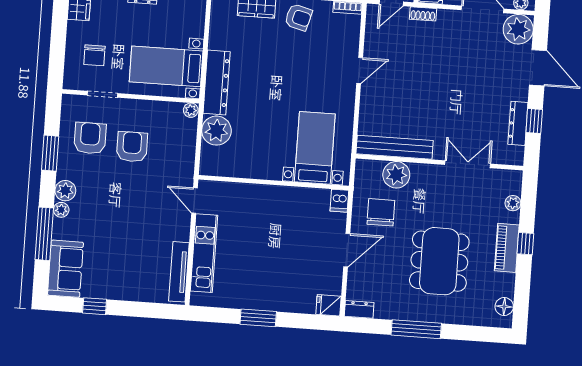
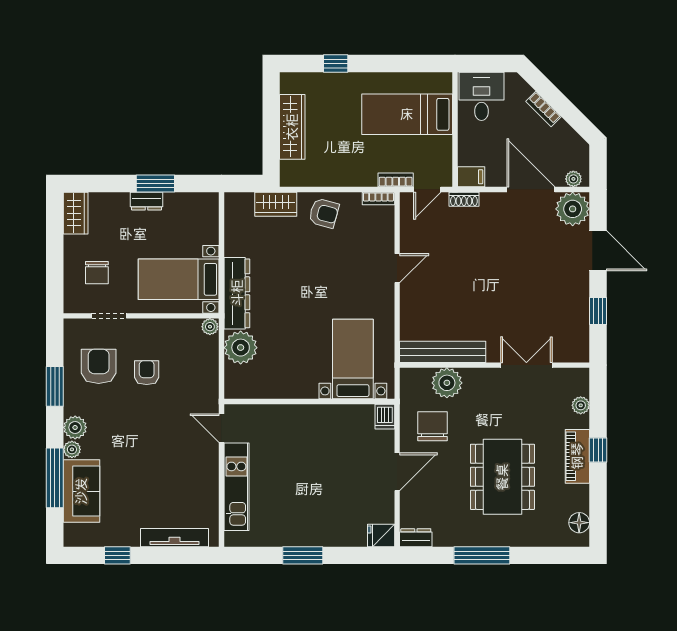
dresser: (518, 123) -> (580, 315), removed
armchair: (132, 147) -> (147, 373), width x0.72, depth x0.72
sofa: (65, 269) -> (81, 491), moved
tv unit: (179, 272) -> (175, 538), moved, turned 90

